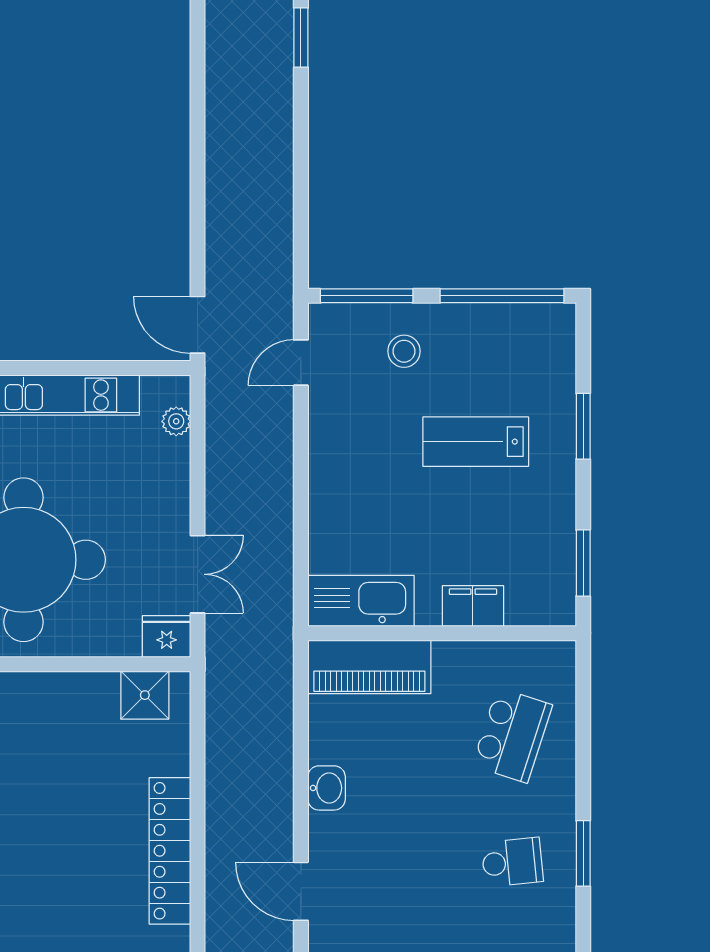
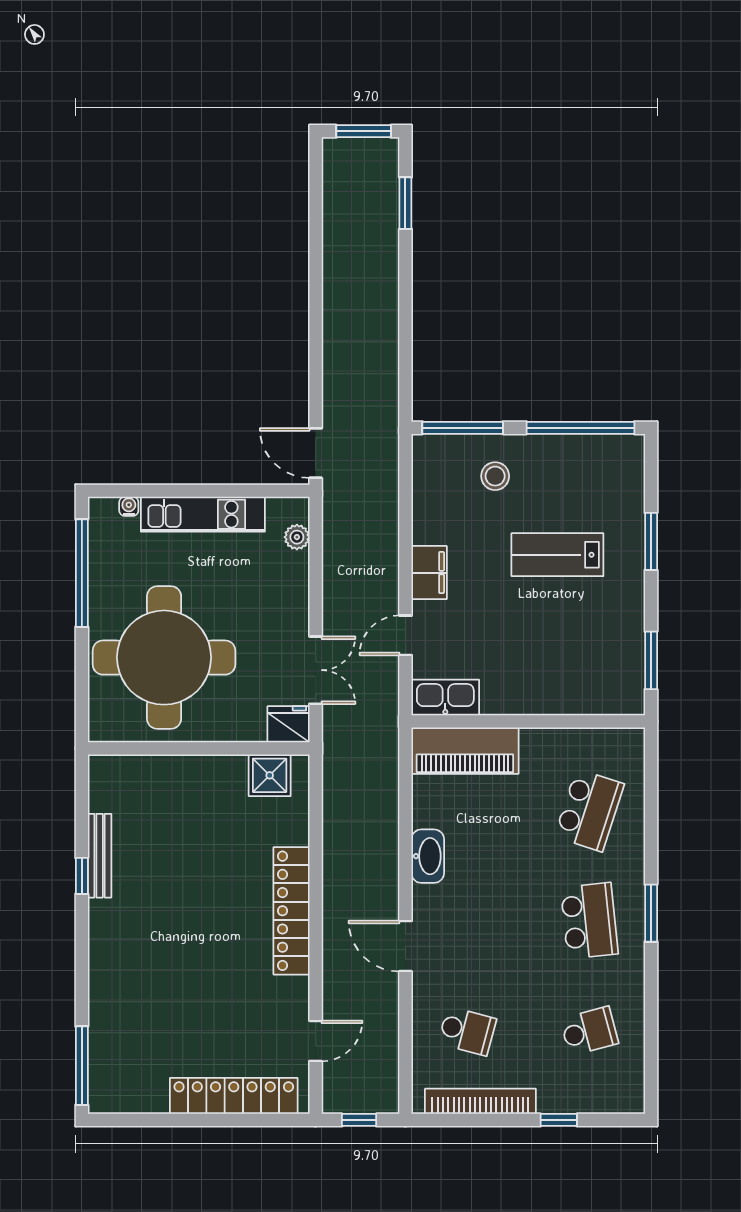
door: (301, 363) -> (405, 635), moved
kitchen sink: (361, 601) -> (445, 698), width x0.73, depth x0.81
filing cabinet: (473, 606) -> (429, 573), moved, turned 90
washbasin: (327, 788) -> (428, 856), width x1.38
school desk: (512, 862) -> (589, 921), width x1.85

